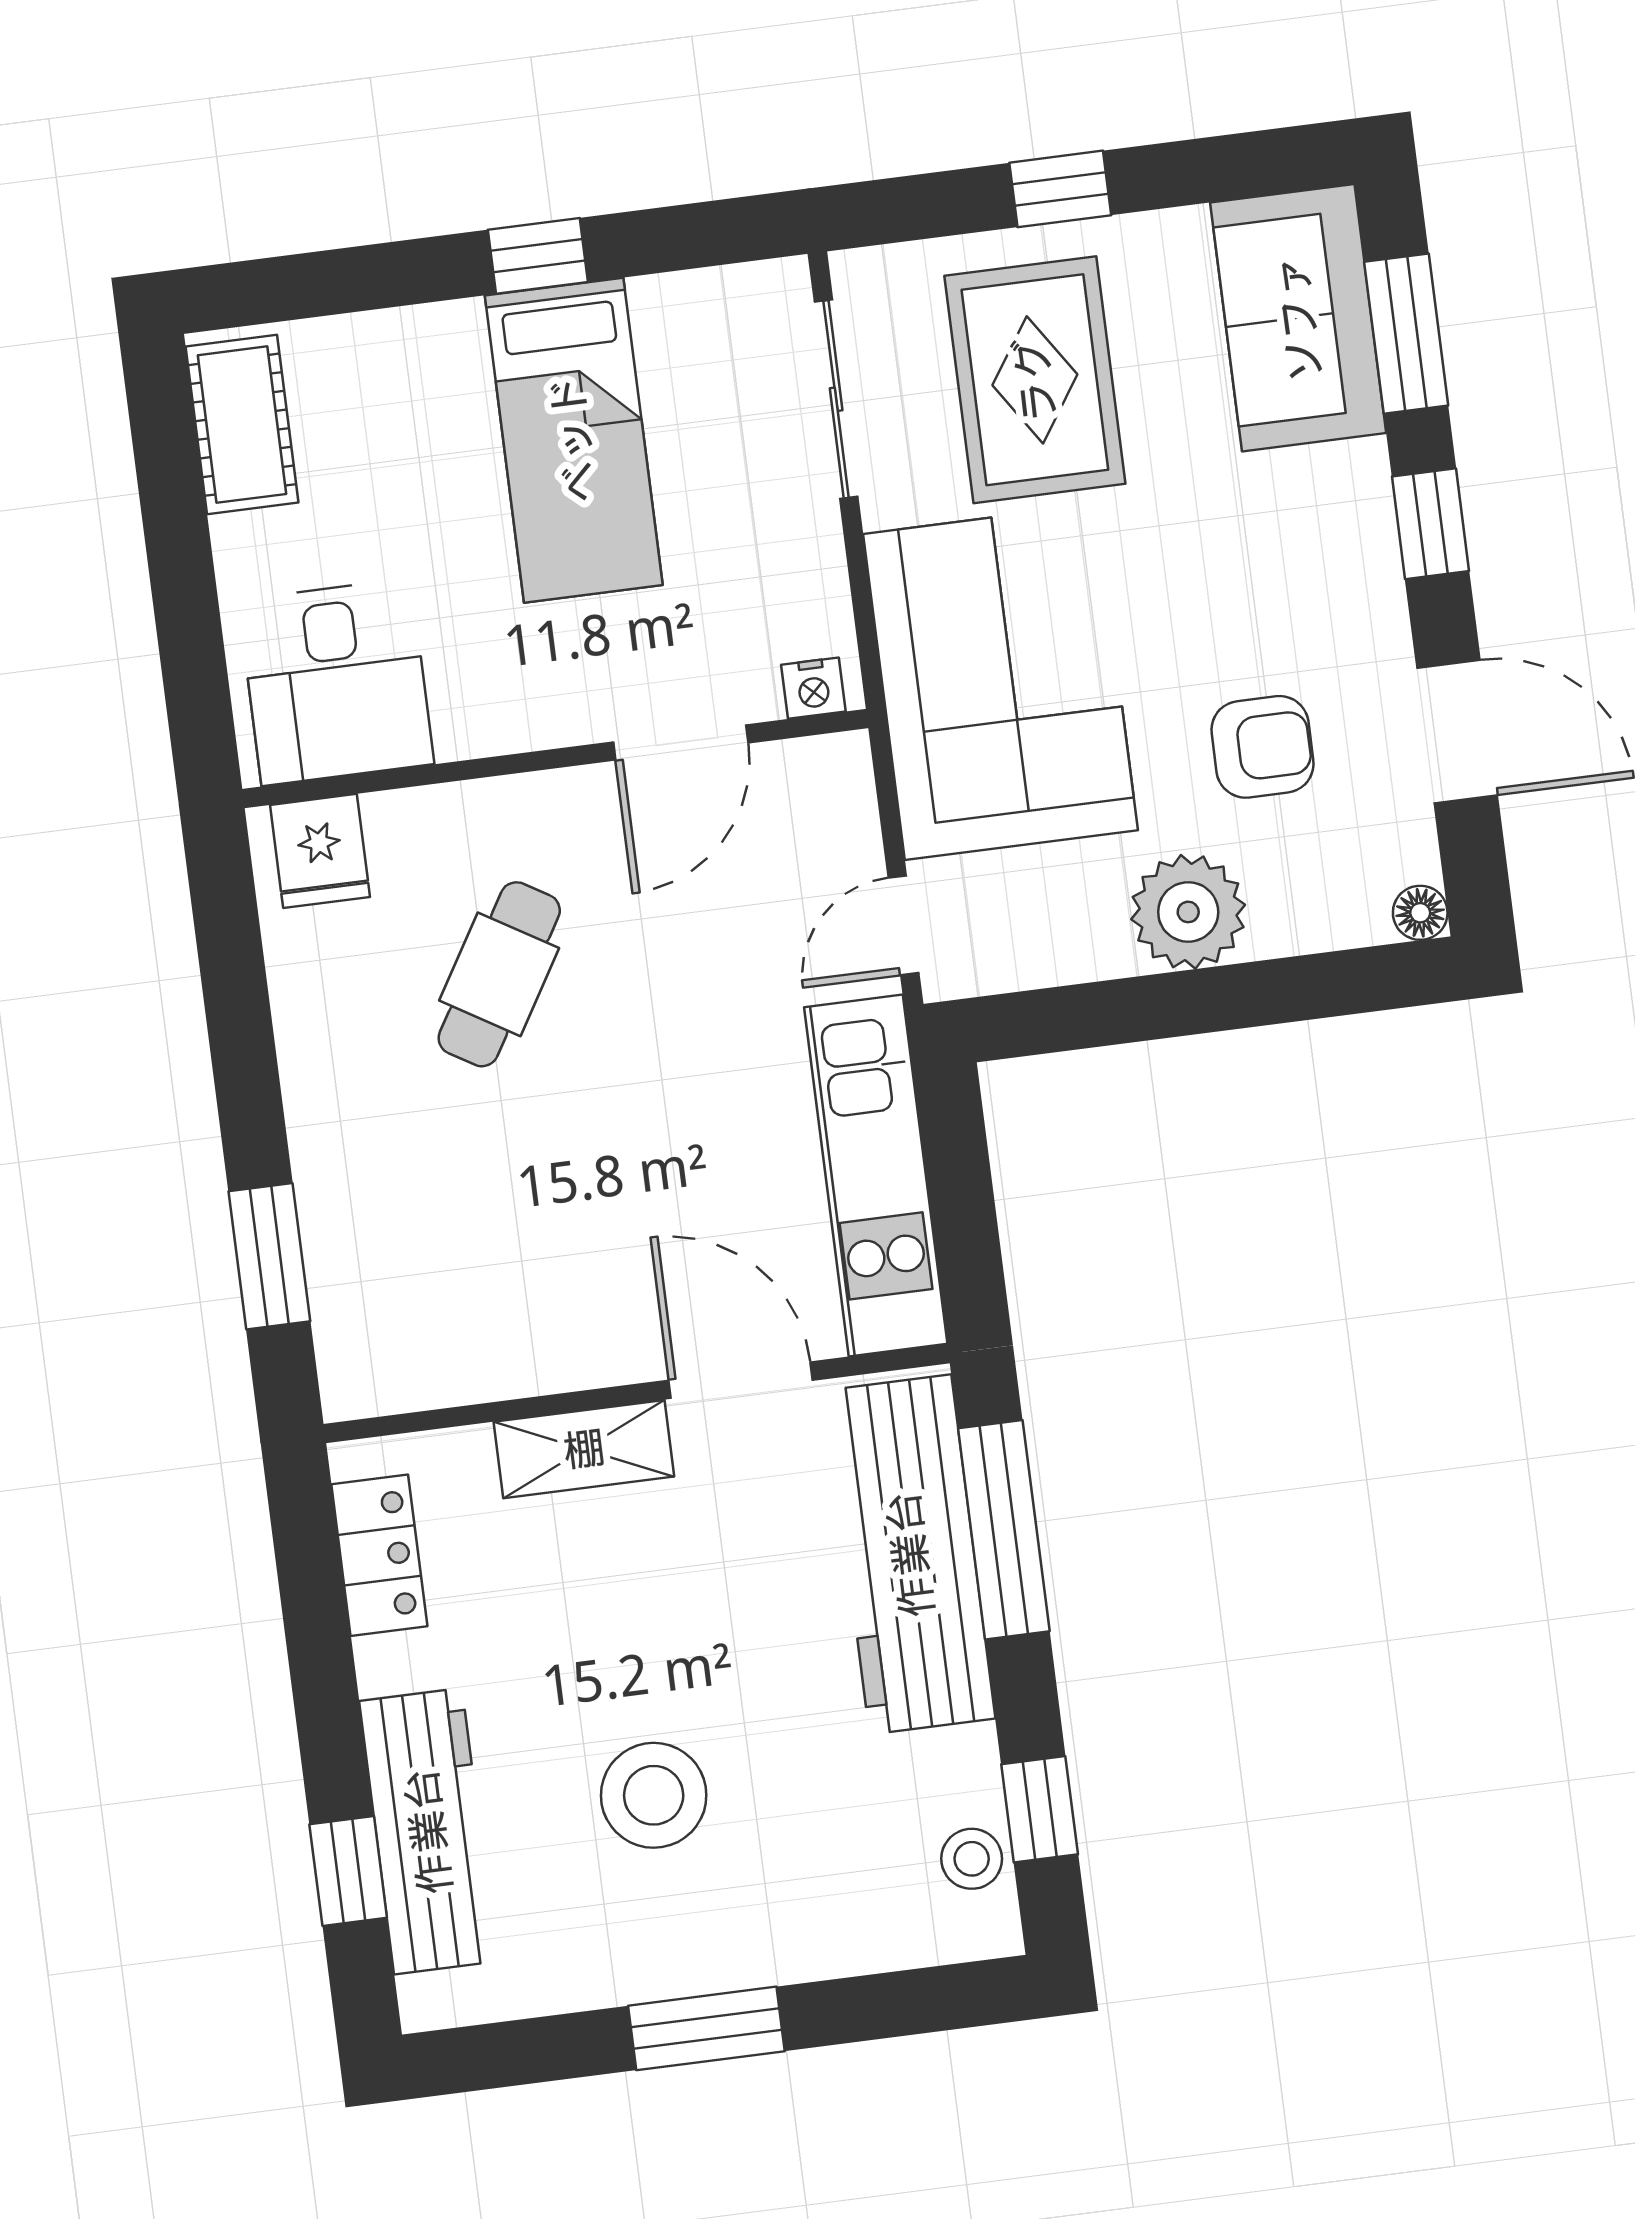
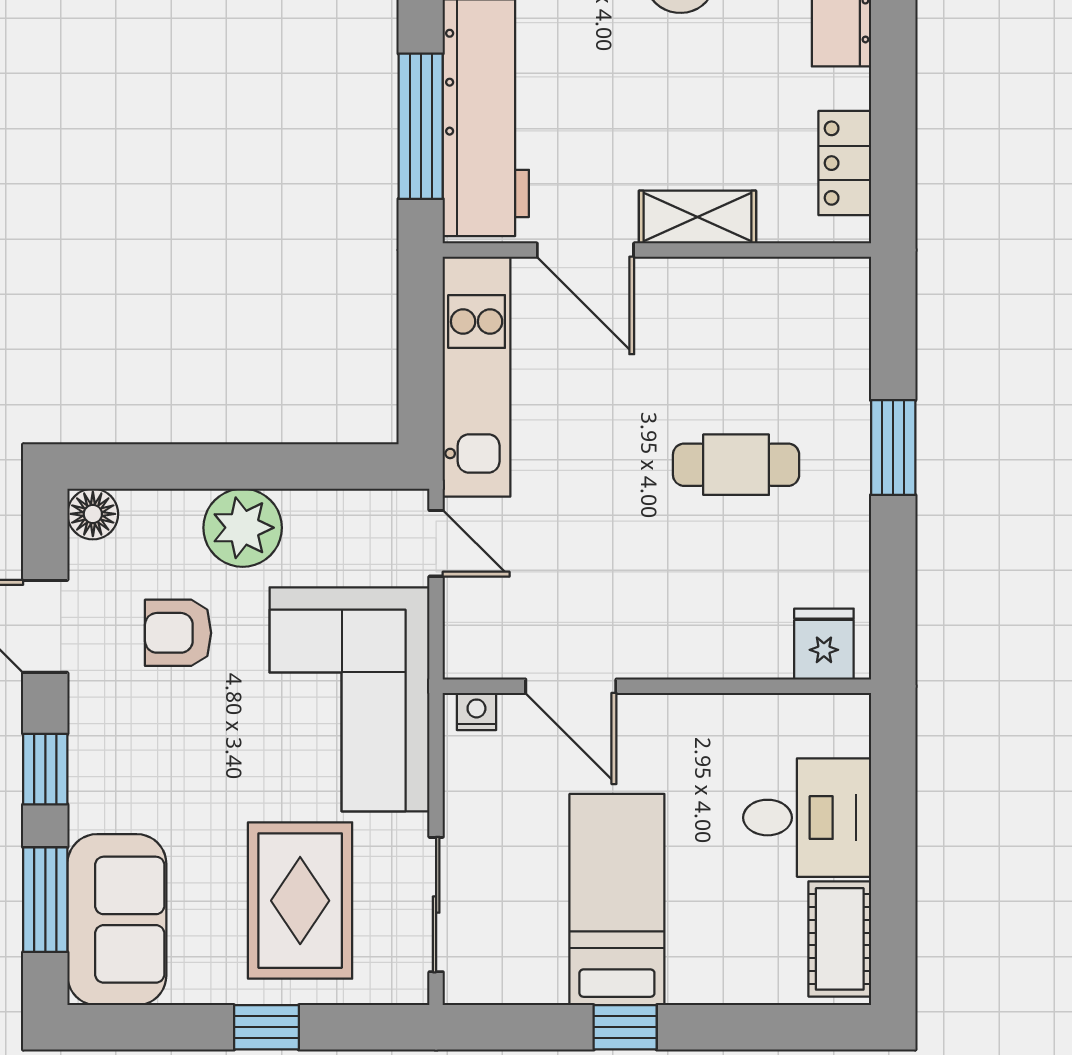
desk: (336, 682) -> (807, 818), moved, turned 90
door: (681, 742) -> (571, 686), swing flipped
floor lamp: (1420, 913) -> (93, 514), width x1.37, depth x1.37
door: (904, 925) -> (436, 543), hinge flipped
cafe table: (499, 974) -> (736, 465), moved, turned 59
window: (269, 1256) -> (893, 448), moved

